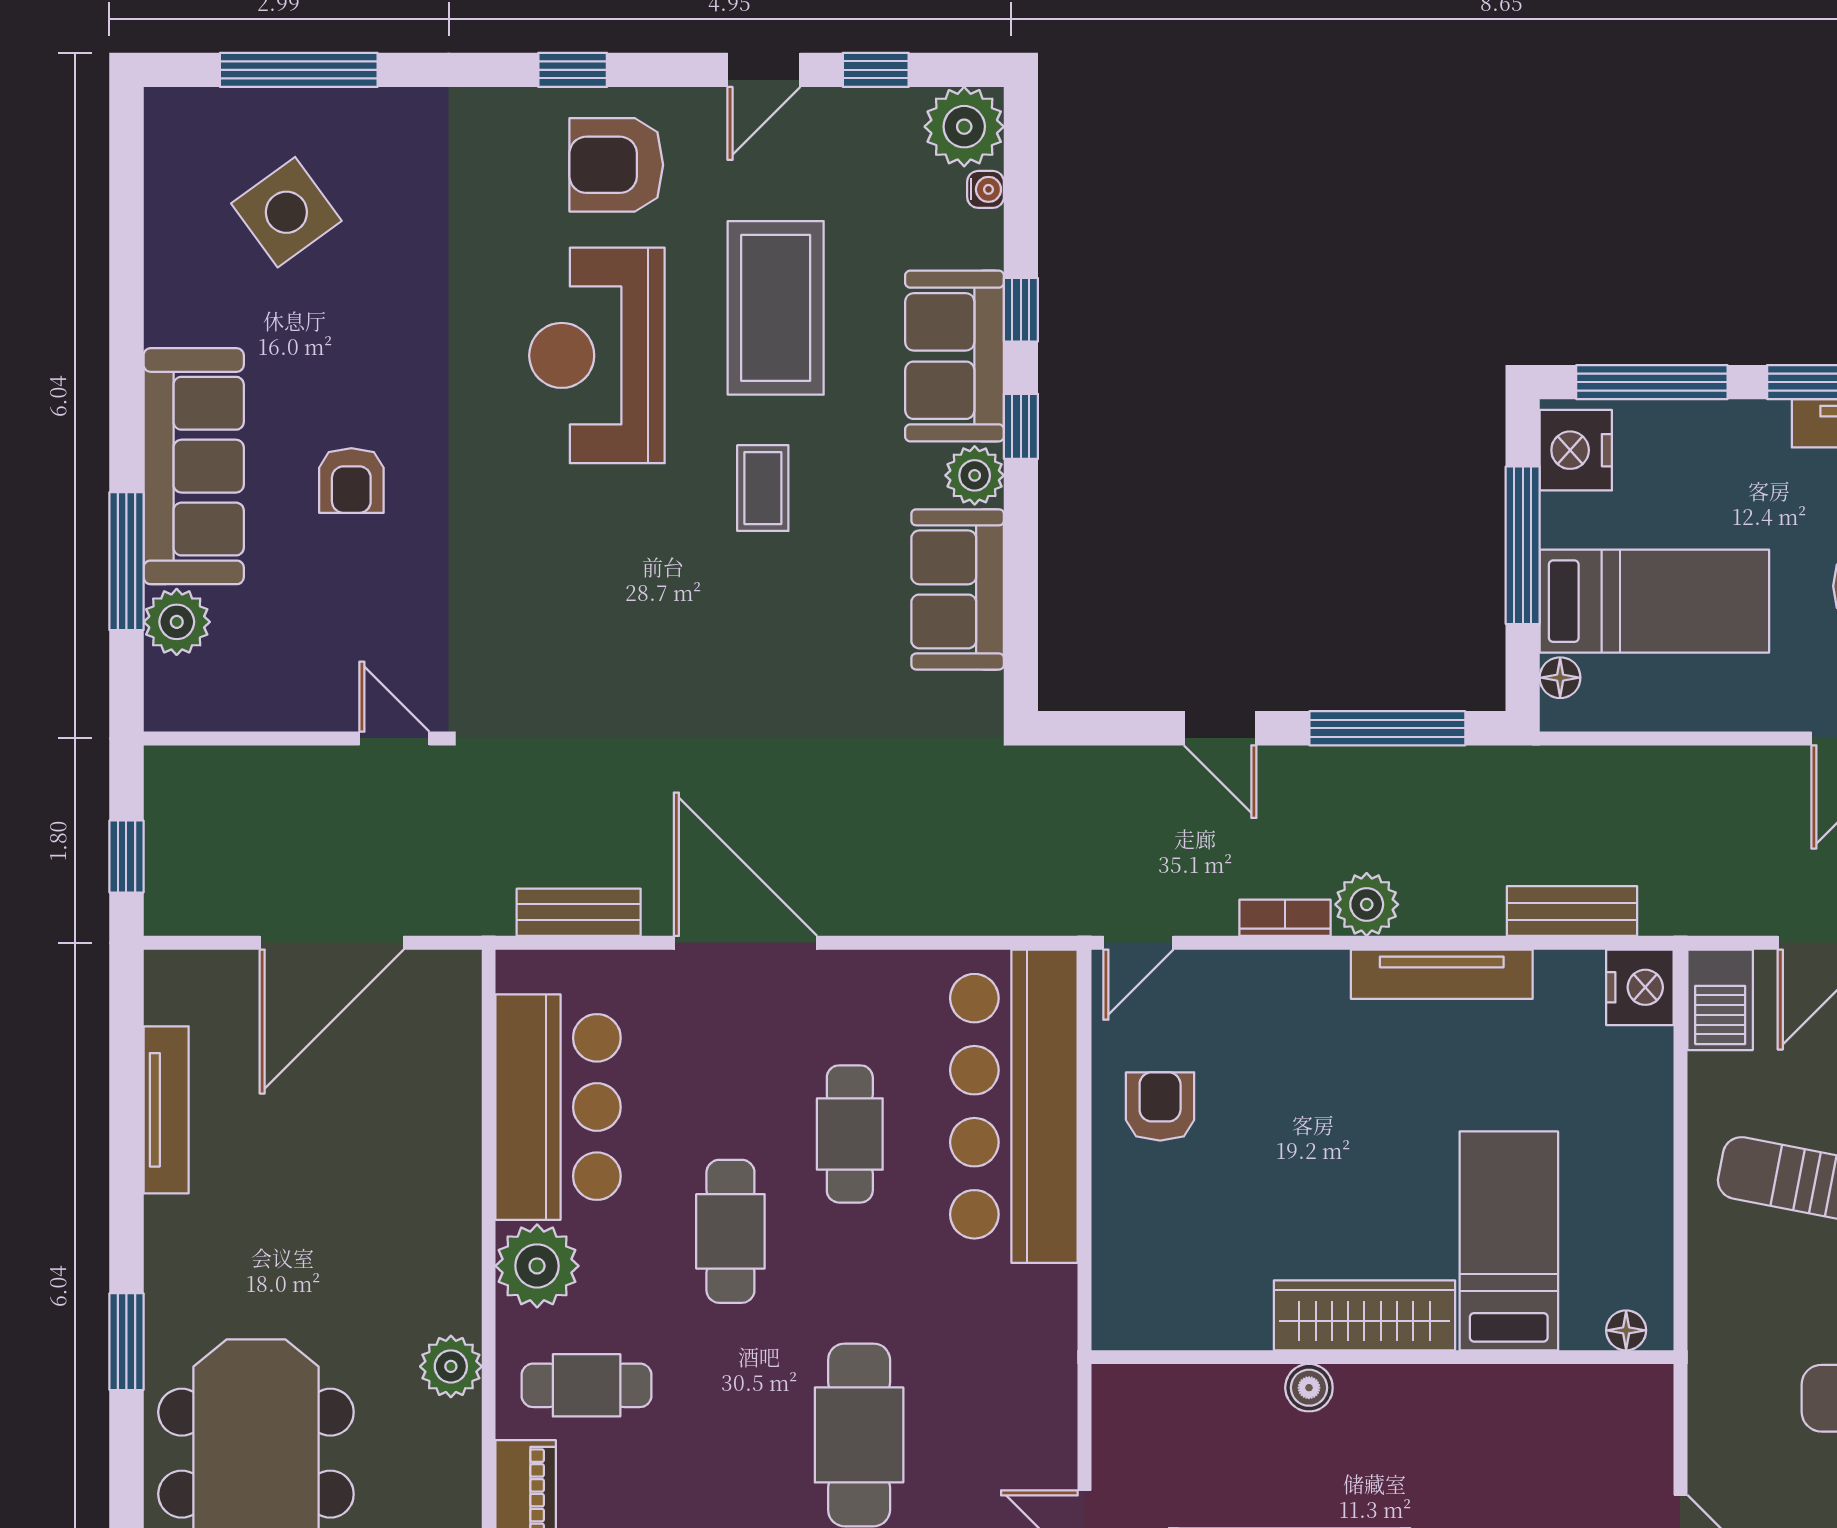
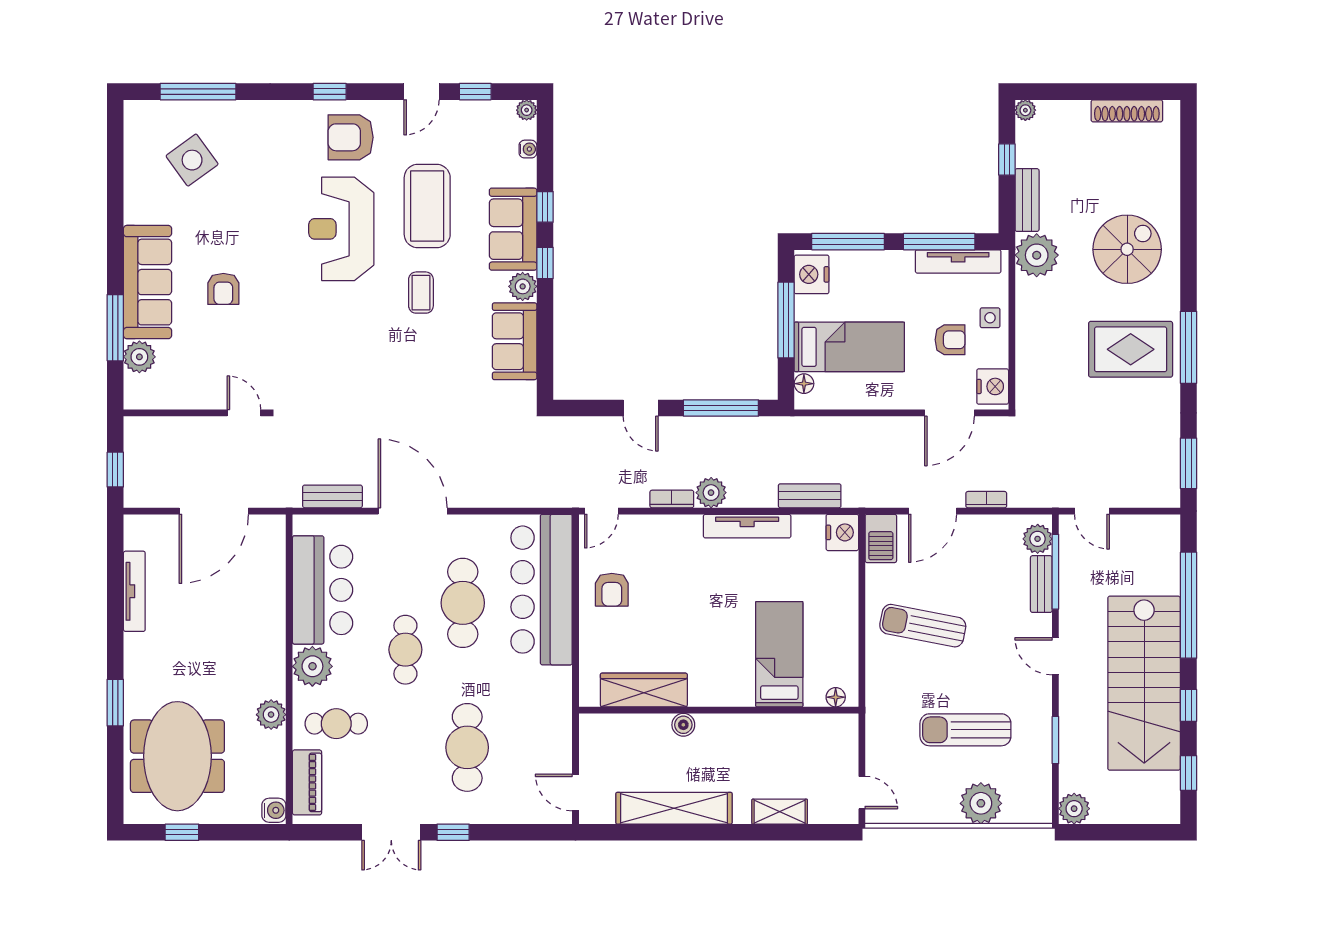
plant: (964, 127) -> (527, 110), width x0.53, depth x0.53
armchair: (1160, 1106) -> (612, 590), turned 180
cafe table: (850, 1134) -> (463, 603), width x1.37, depth x1.35
wardrobe: (1364, 1315) -> (644, 690), moved

